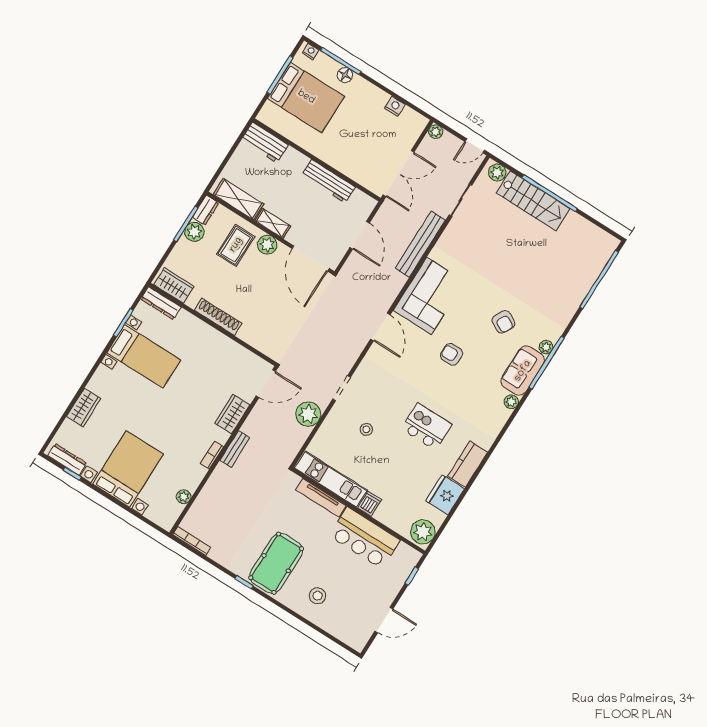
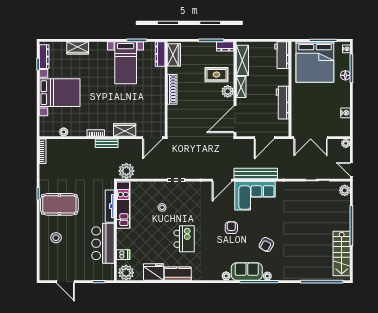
bed: (306, 97) -> (315, 62), width x1.36
stairs: (533, 201) -> (342, 254), moved
plant: (194, 232) -> (210, 48), removed
bench: (420, 244) -> (256, 173), moved
door: (266, 384) -> (152, 138), hinge flipped
plant: (308, 414) -> (126, 171), moved
dishwasher: (370, 504) -> (123, 255), moved

